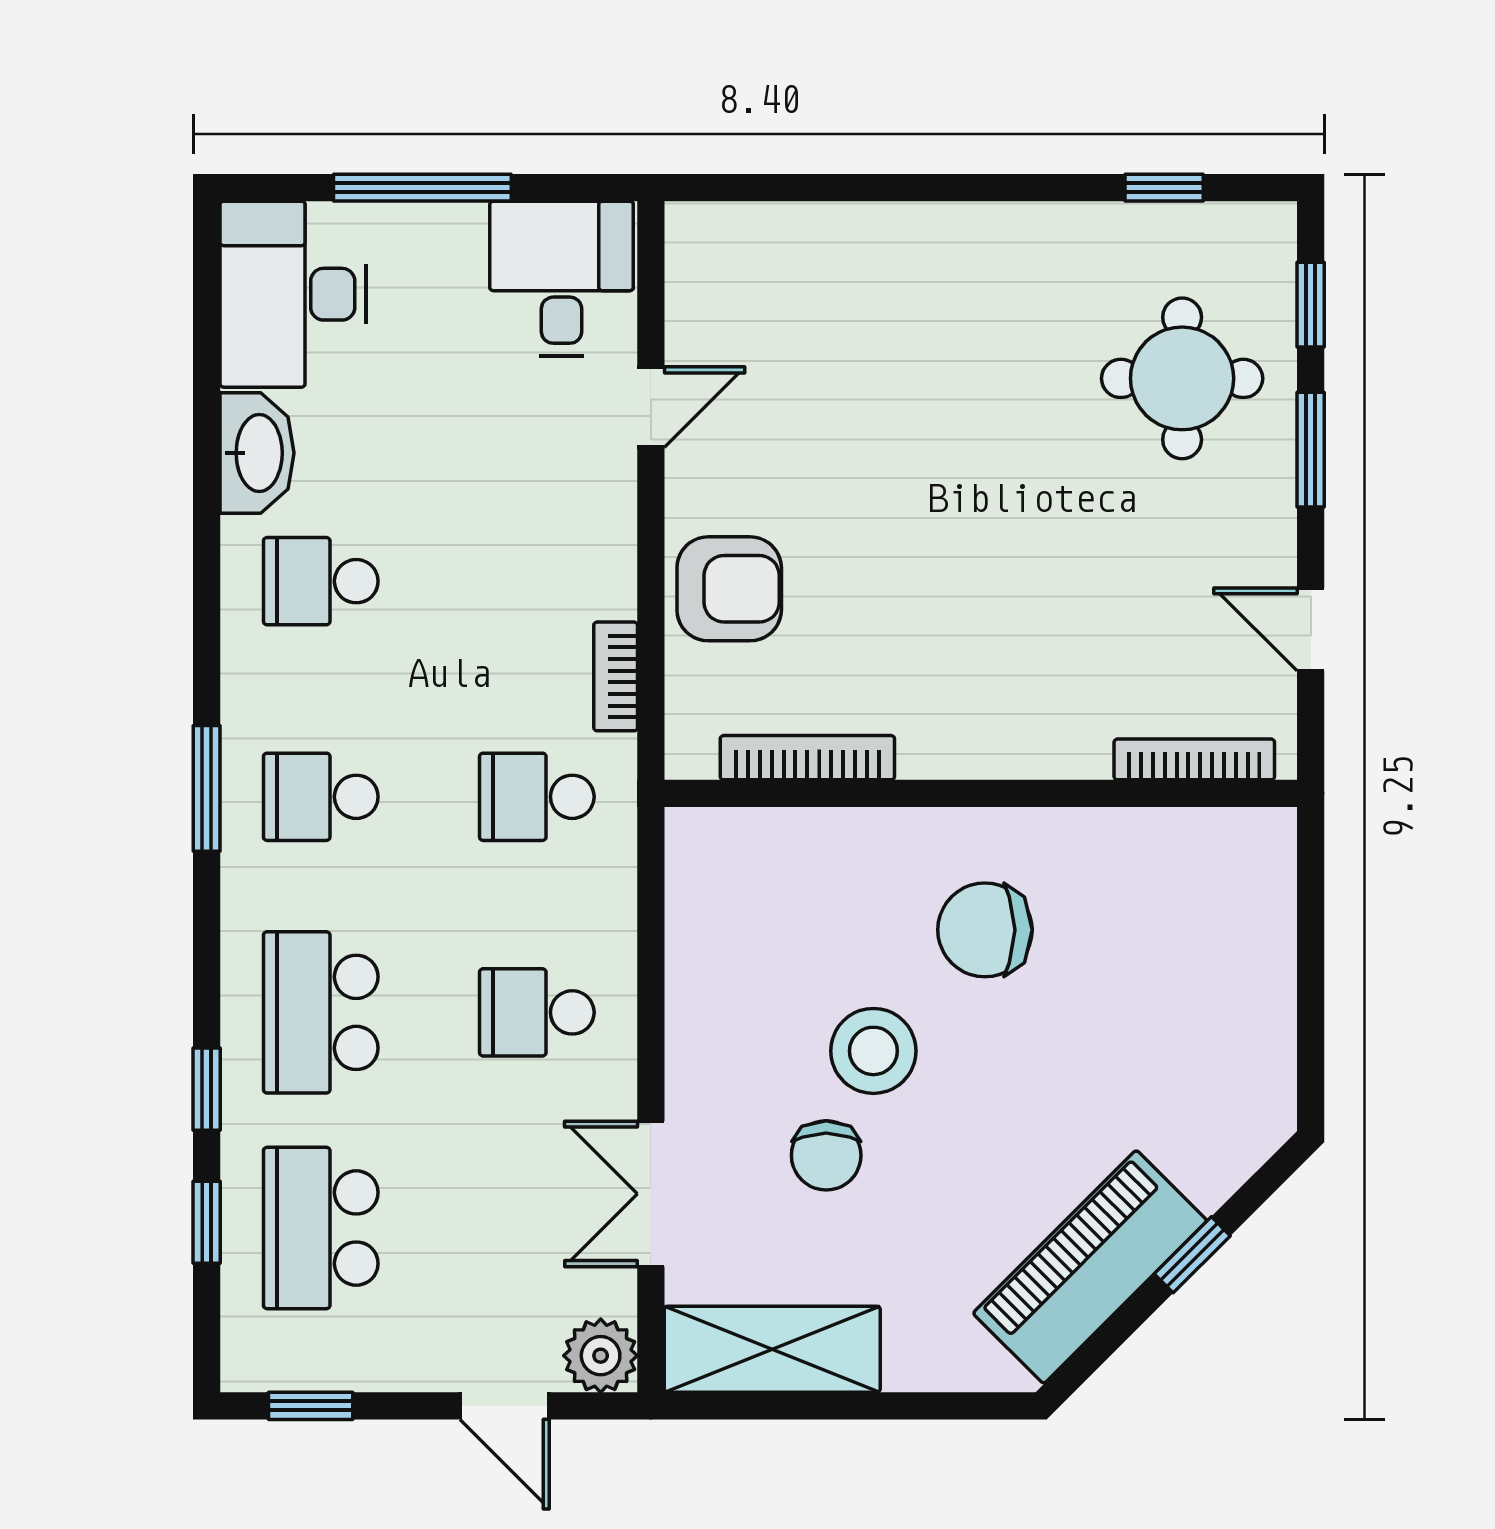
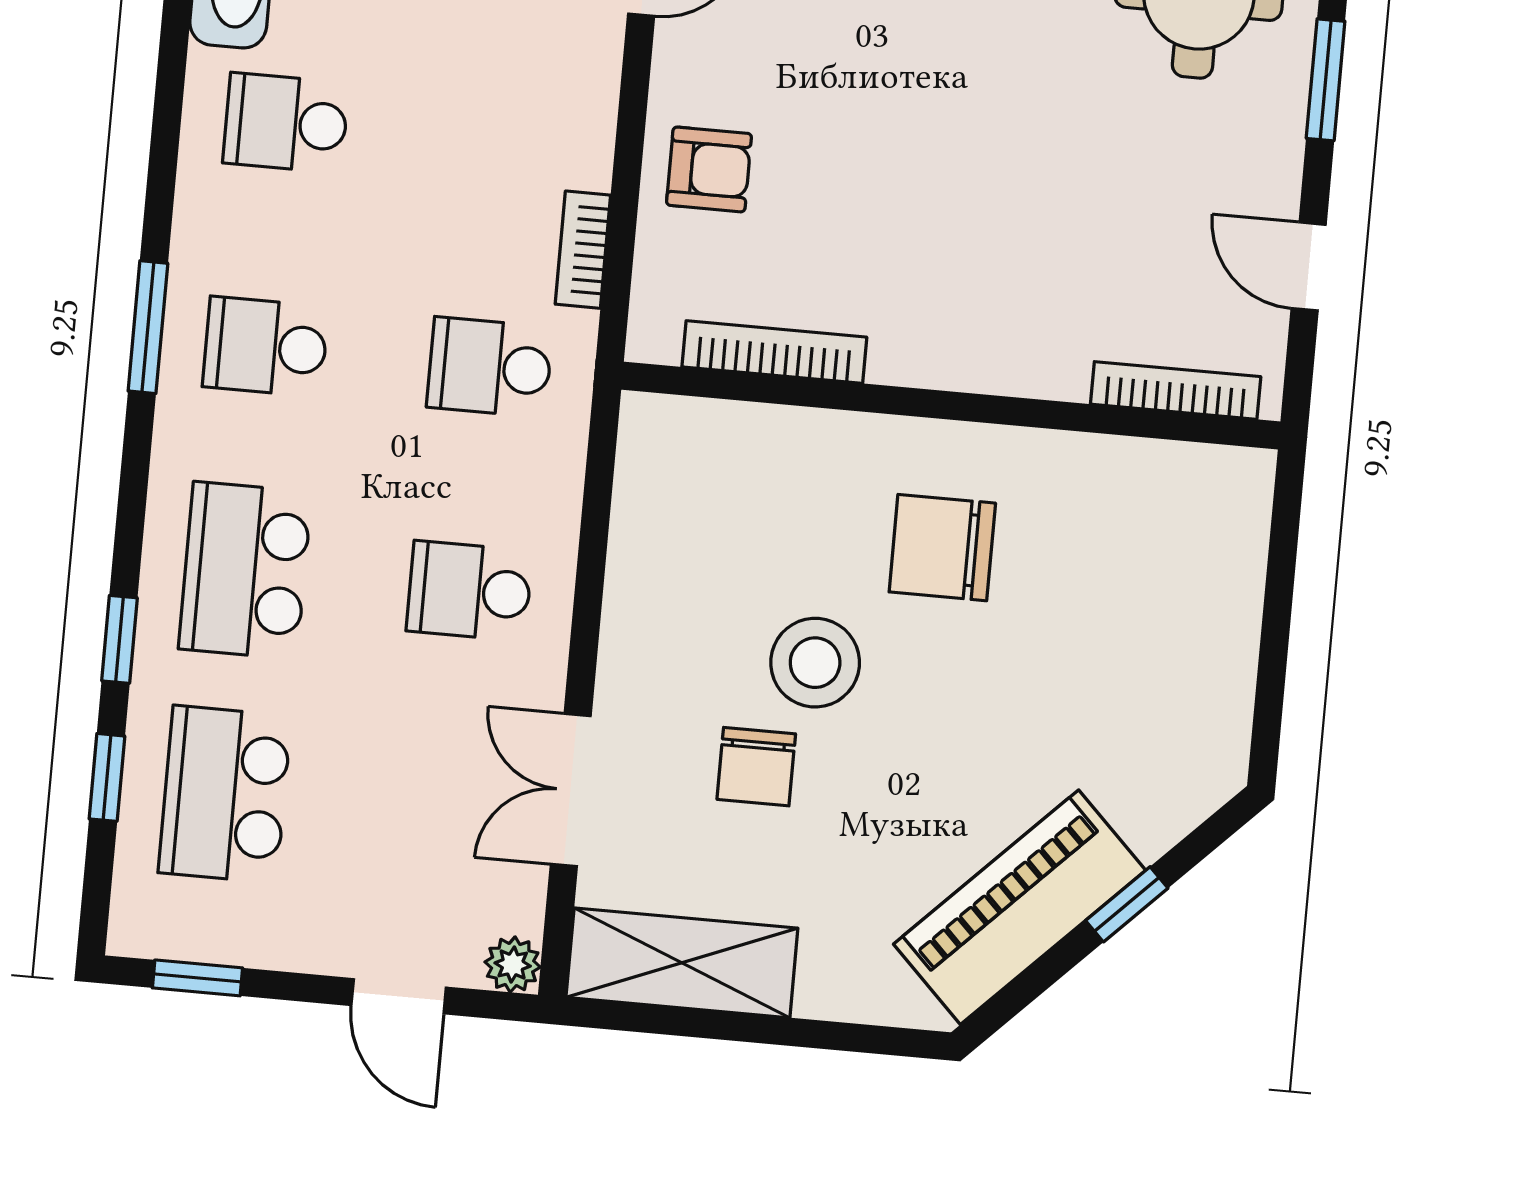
armchair: (729, 589) -> (709, 169), width x0.72, depth x0.72
plant: (601, 1356) -> (513, 964), width x0.73, depth x0.73

